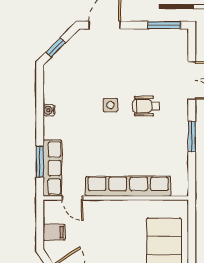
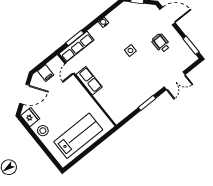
wheelchair: (146, 106) -> (161, 43), moved
row of seats: (128, 186) -> (89, 81), width x0.50

